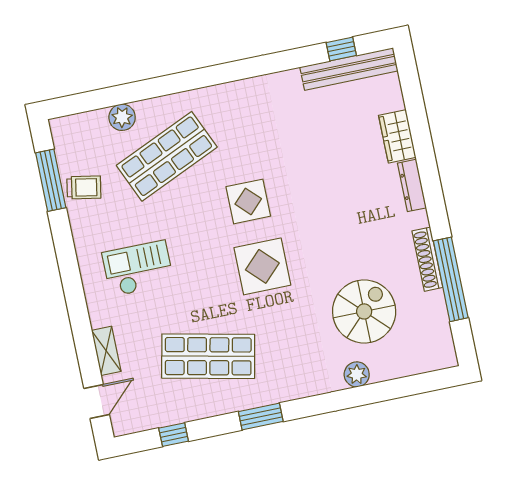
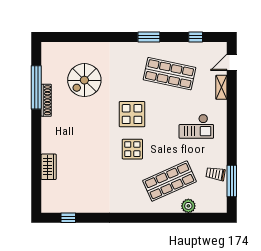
bench: (349, 69) -> (66, 207), removed
dresser: (412, 185) -> (46, 140), removed
plant: (357, 374) -> (95, 48), removed

